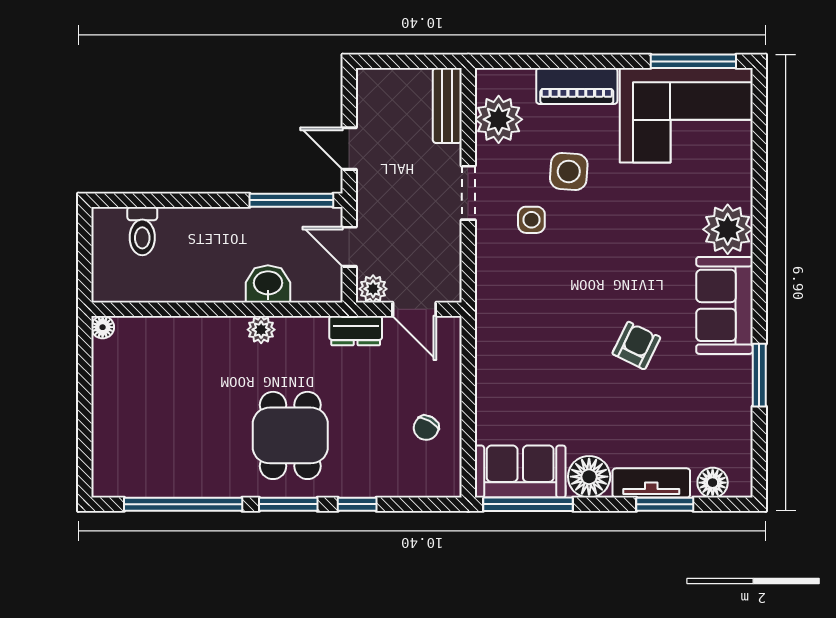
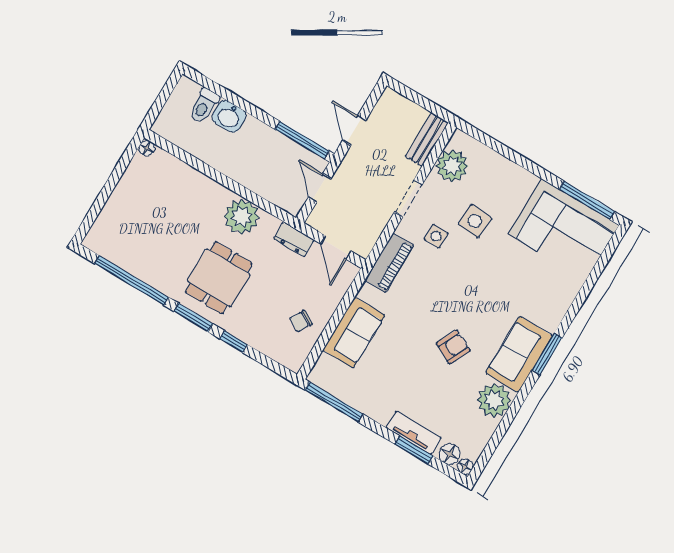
piano: (577, 86) -> (389, 263), moved, turned -90
plant: (728, 229) -> (494, 400), moved
washbasin: (268, 284) -> (229, 116), moved, turned 180
plant: (373, 289) -> (319, 221), removed
plant: (261, 330) -> (242, 217), width x1.88, depth x1.88
window: (759, 375) -> (547, 354), moved
sofa: (520, 472) -> (354, 332), moved, turned 90
floor lamp: (589, 477) -> (465, 467), moved, width x0.53, depth x0.53

